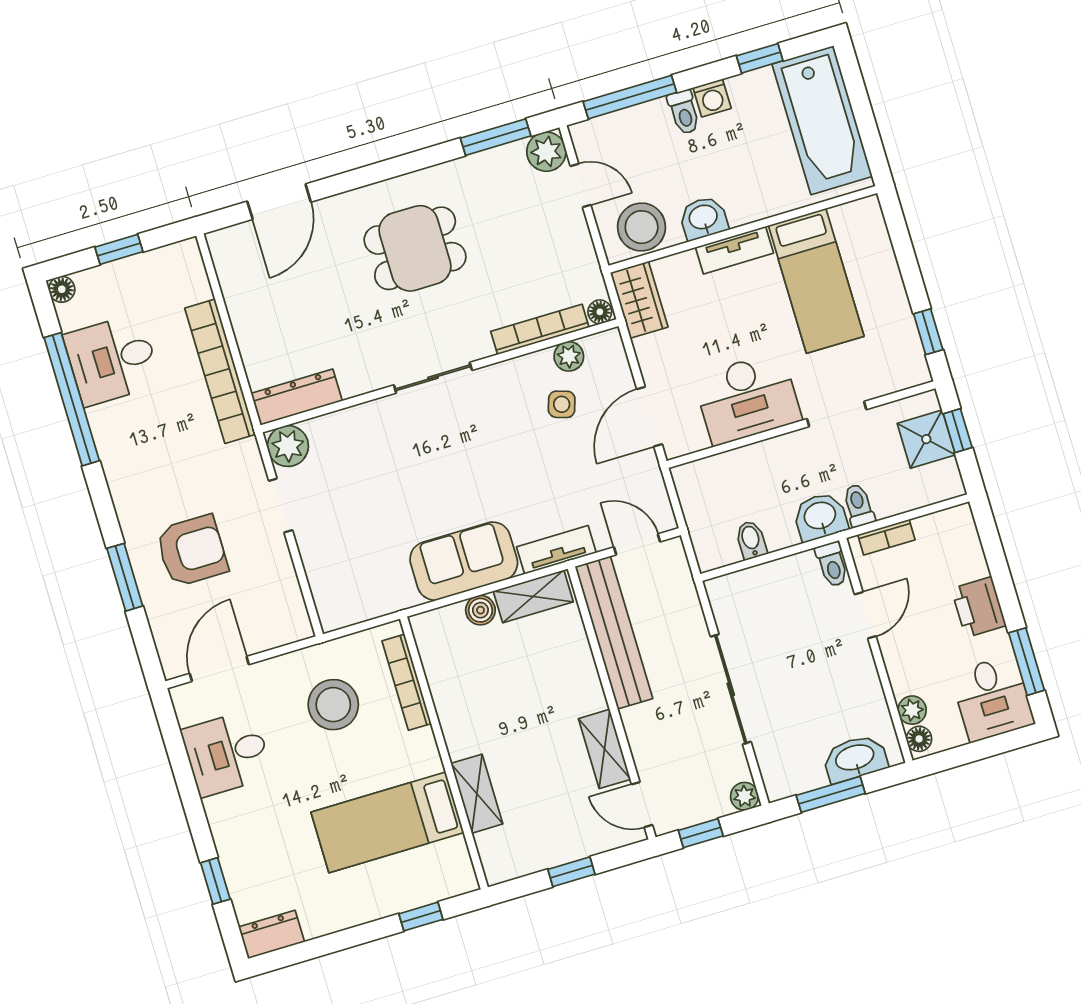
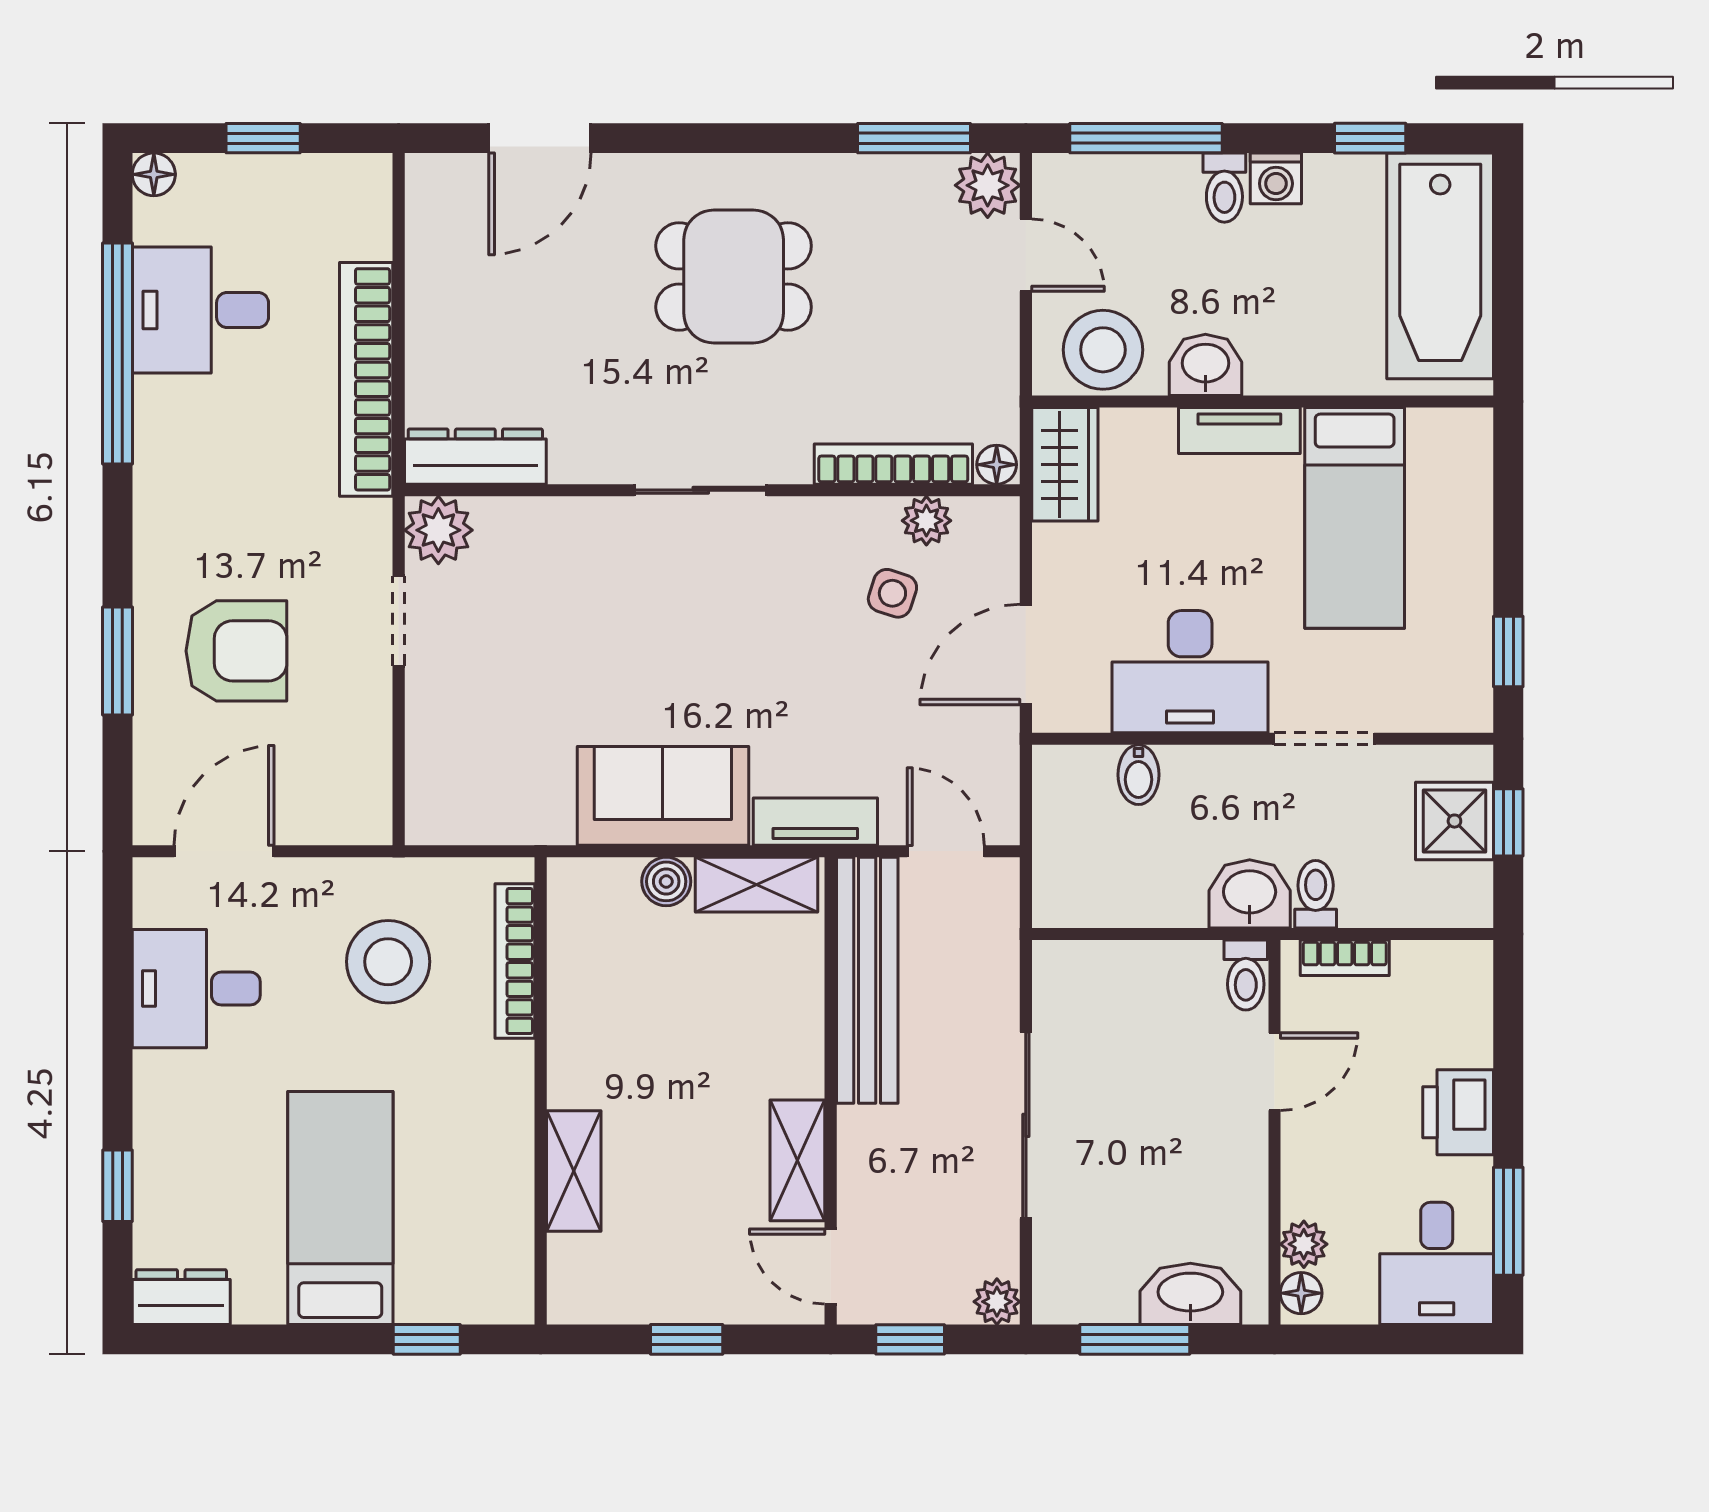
bidet: (751, 540) -> (1138, 775), moved, turned 180
bed: (387, 822) -> (340, 1208), moved, turned 90

